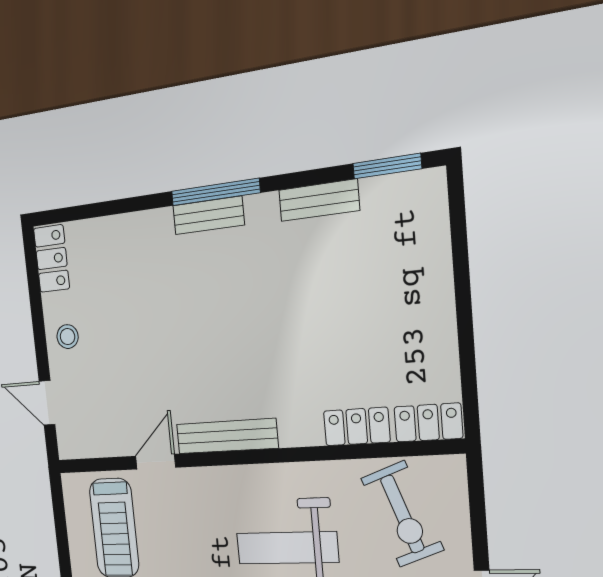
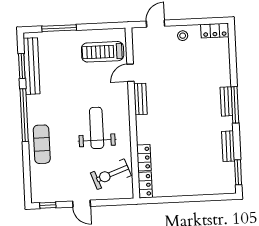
bench: (227, 436) -> (140, 99), width x0.73
door: (156, 462) -> (131, 73), swing flipped

